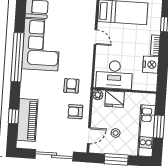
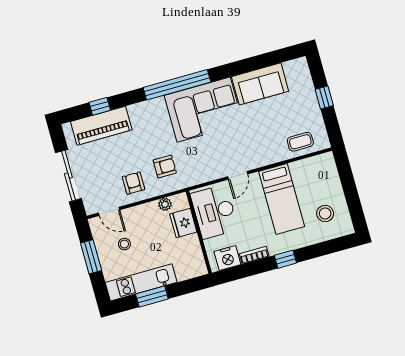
desk: (114, 75) -> (214, 212), moved
wall: (125, 91) -> (199, 232), moved
fridge: (115, 99) -> (183, 223), moved

